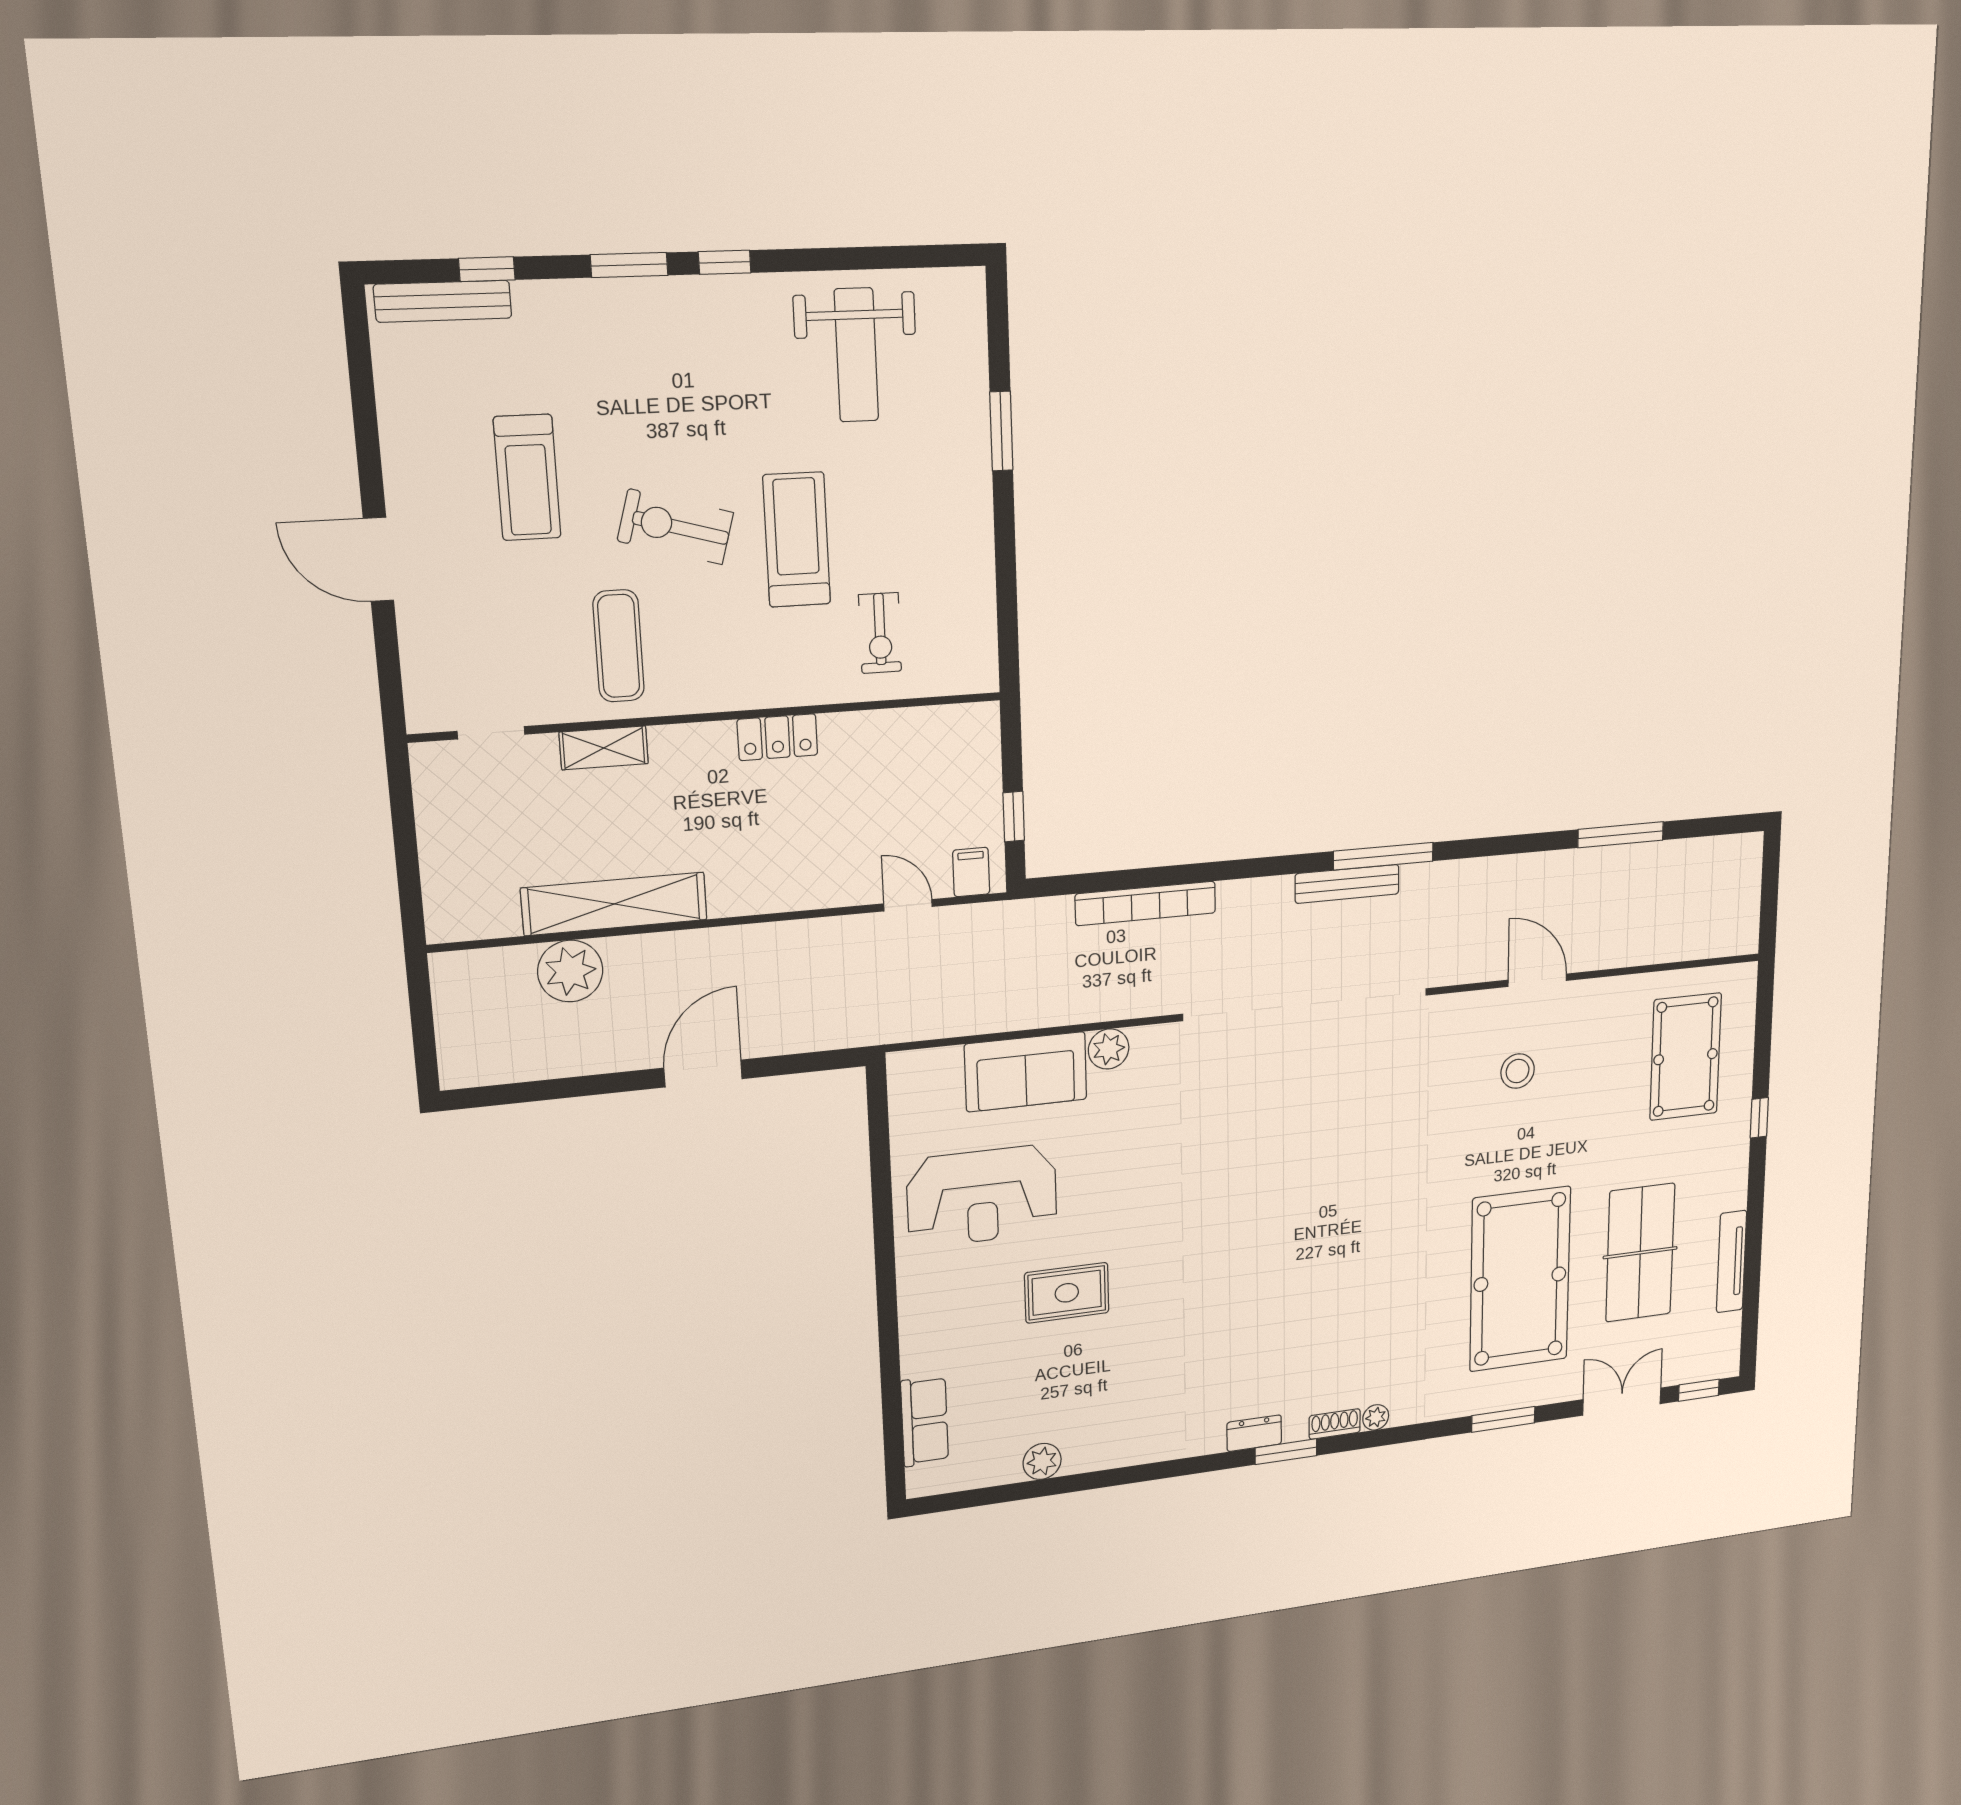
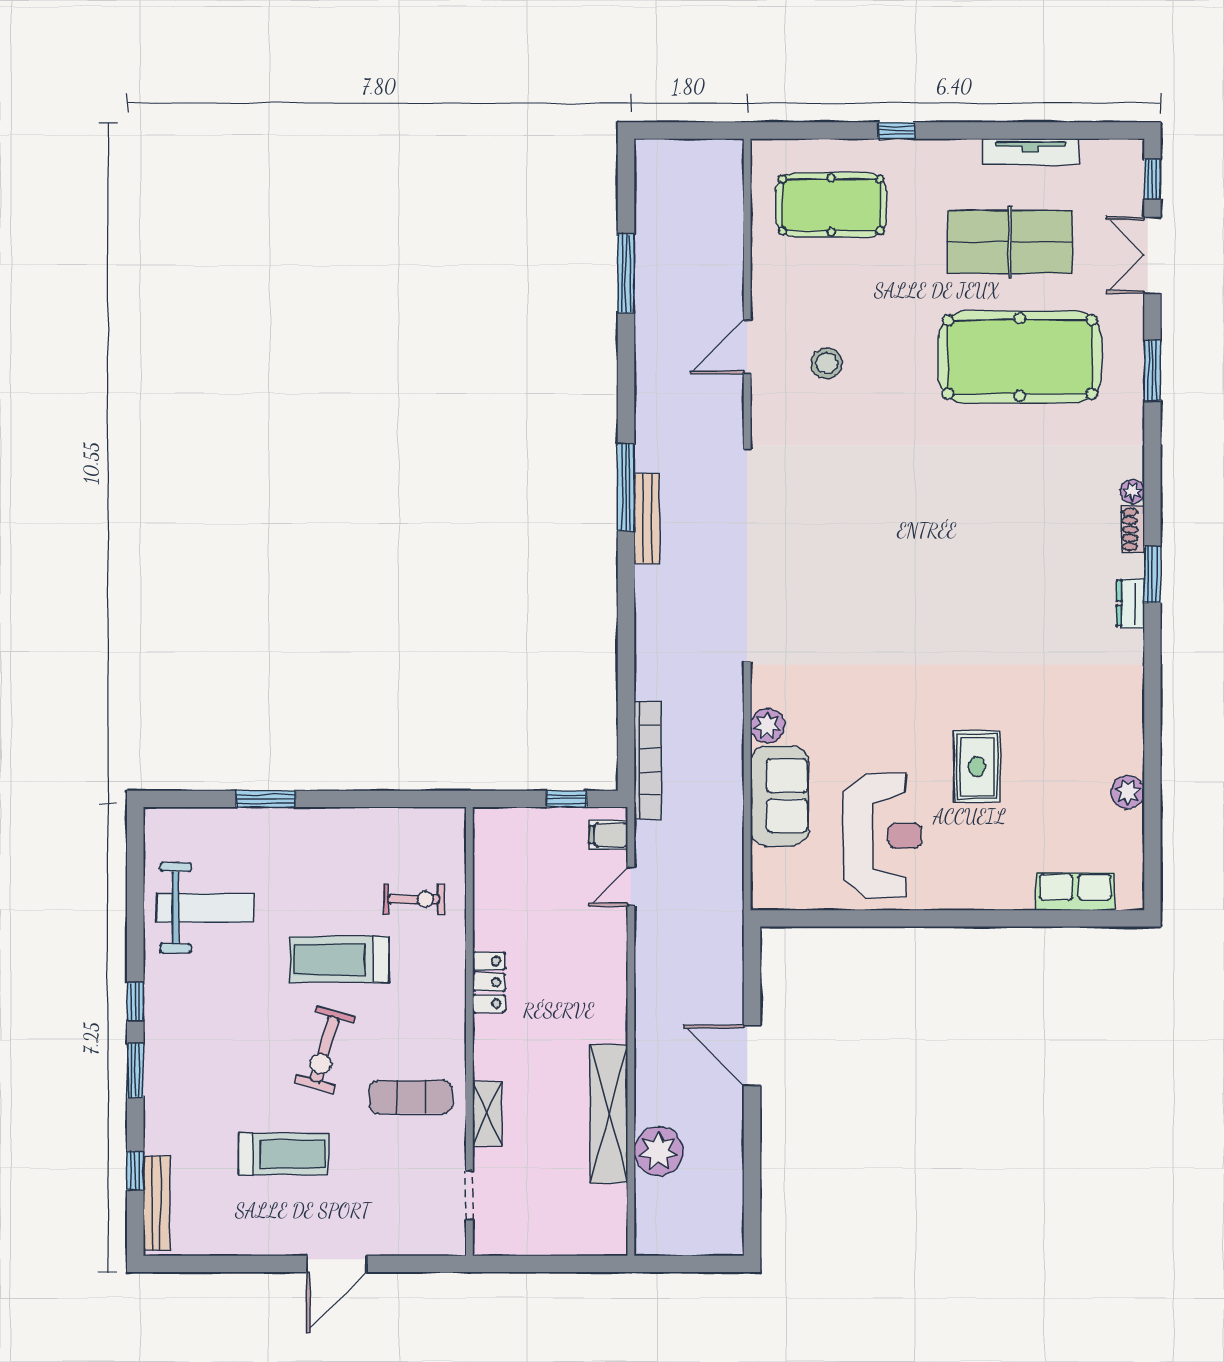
bookcase: (1146, 903) -> (647, 760), moved

